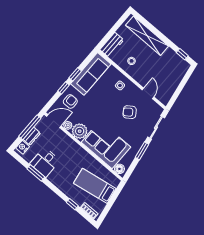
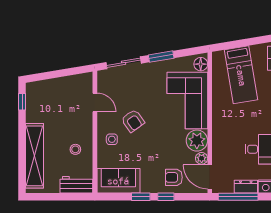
sofa: (91, 74) -> (118, 181), width x0.73
door: (148, 93) -> (95, 102), swing flipped
armchair: (130, 112) -> (133, 121), moved

